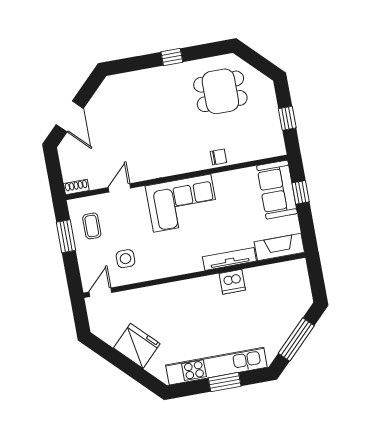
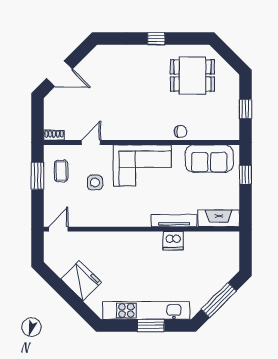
door: (70, 116) -> (59, 74), hinge flipped
sofa: (277, 190) -> (209, 159), moved, turned -90
side table: (125, 259) -> (95, 183), moved

